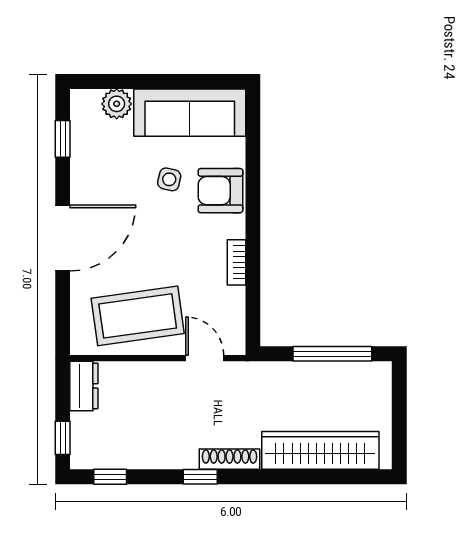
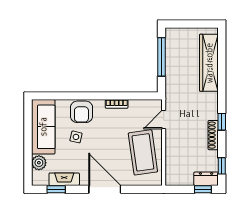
fireplace: (83, 155) -> (64, 179), added
dresser: (84, 386) -> (206, 179), moved
shoe rack: (230, 459) -> (213, 135), moved

